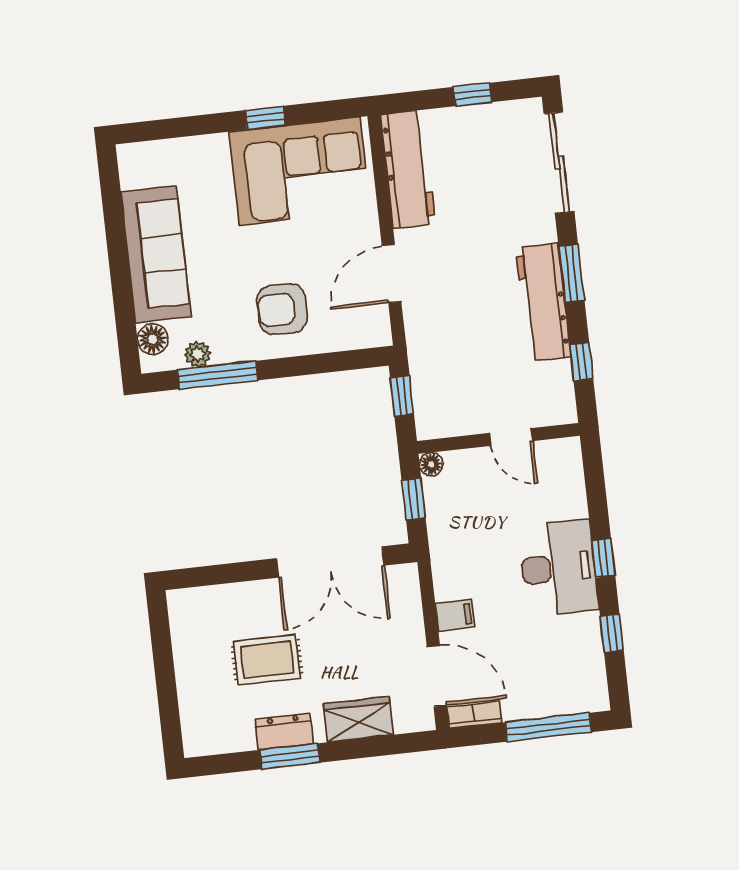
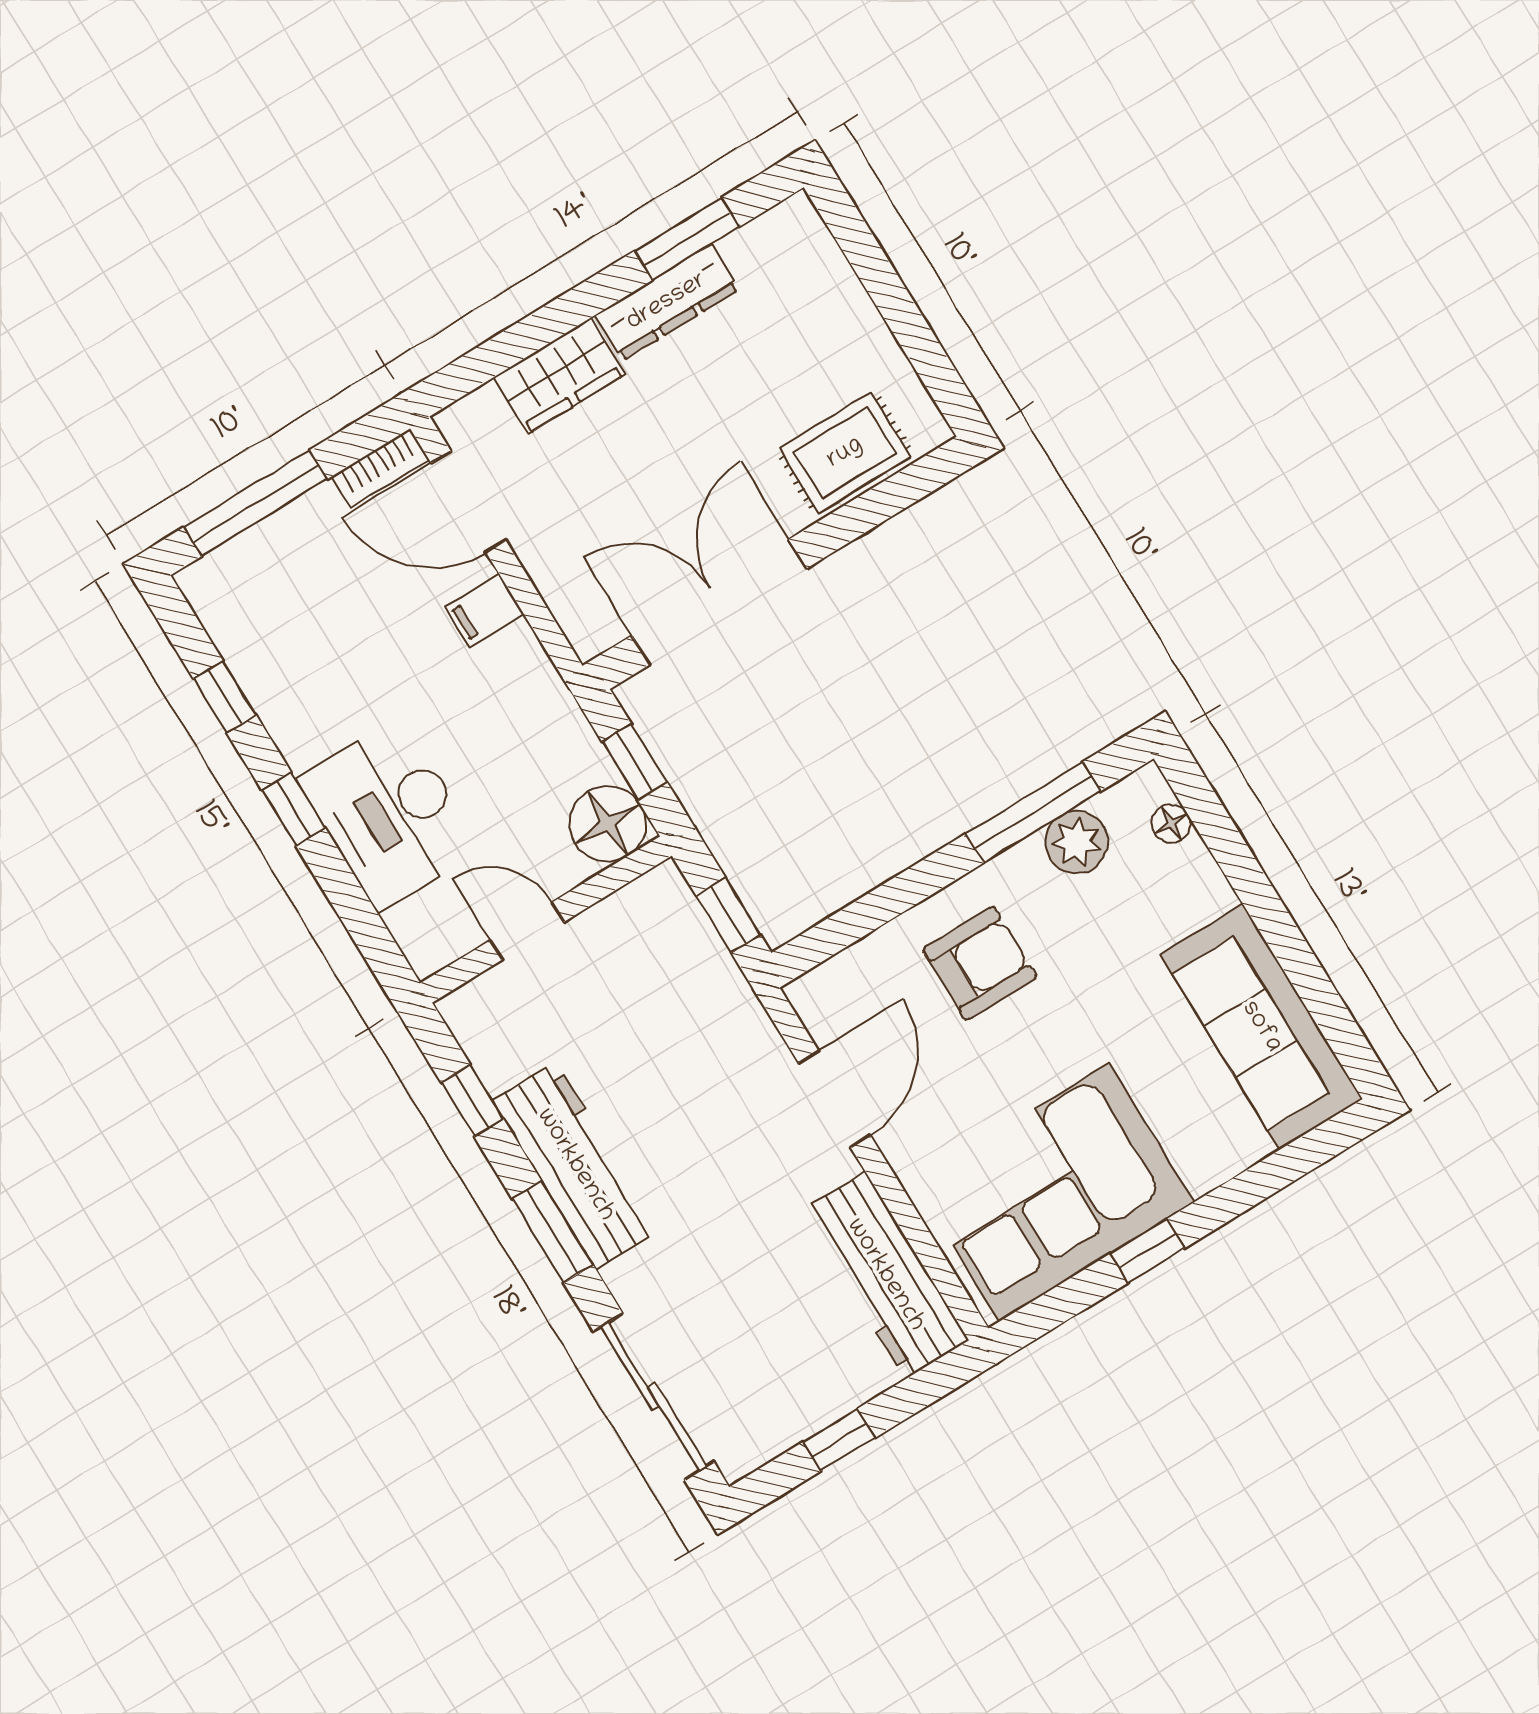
sofa: (156, 254) -> (1261, 1027), moved
floor lamp: (153, 339) -> (1171, 824), width x0.73, depth x0.73
plant: (198, 354) -> (1077, 842), width x1.38, depth x1.38
floor lamp: (431, 464) -> (608, 824), width x1.89, depth x1.89
desk: (558, 568) -> (390, 814), moved
rug: (267, 660) -> (845, 453), moved
dresser: (284, 731) -> (667, 302), width x1.44
window: (290, 756) -> (687, 239), moved

